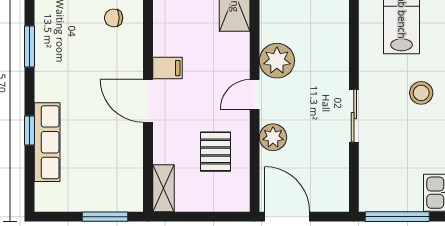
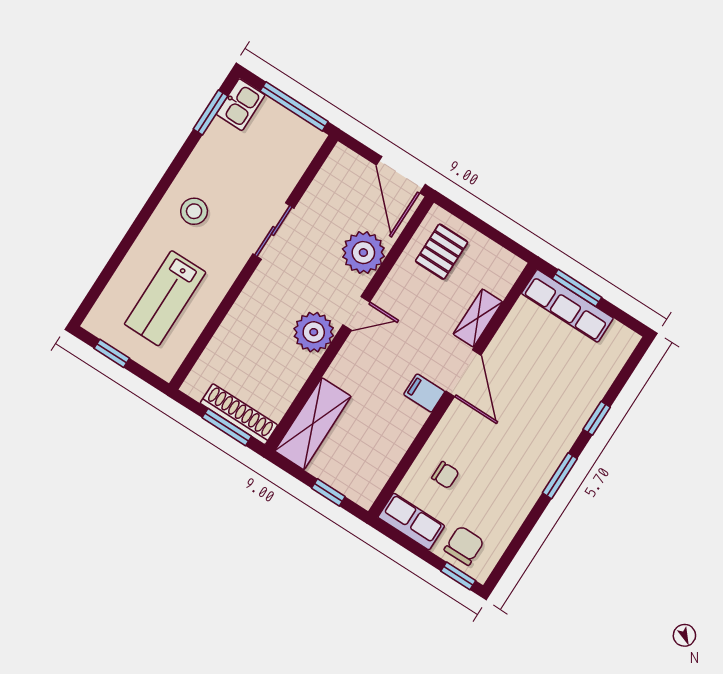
window: (29, 47) -> (560, 476), moved
plant: (273, 137) -> (363, 253), width x1.36, depth x1.36
row of seats: (47, 142) -> (567, 306), moved, turned -90
pallet: (215, 152) -> (442, 252), moved
shelving: (164, 188) -> (478, 318), moved

